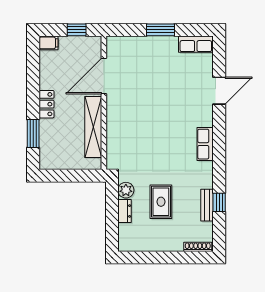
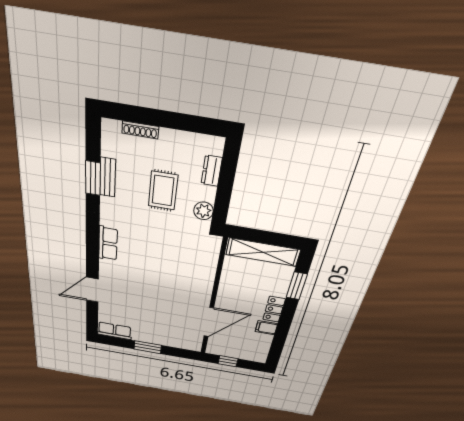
filing cabinet: (48, 43) -> (266, 328), moved
shelving: (93, 127) -> (263, 252), moved, turned 90
window: (219, 202) -> (93, 178), width x1.50
dresser: (124, 211) -> (212, 171), moved
shoe rack: (198, 247) -> (140, 130), moved

